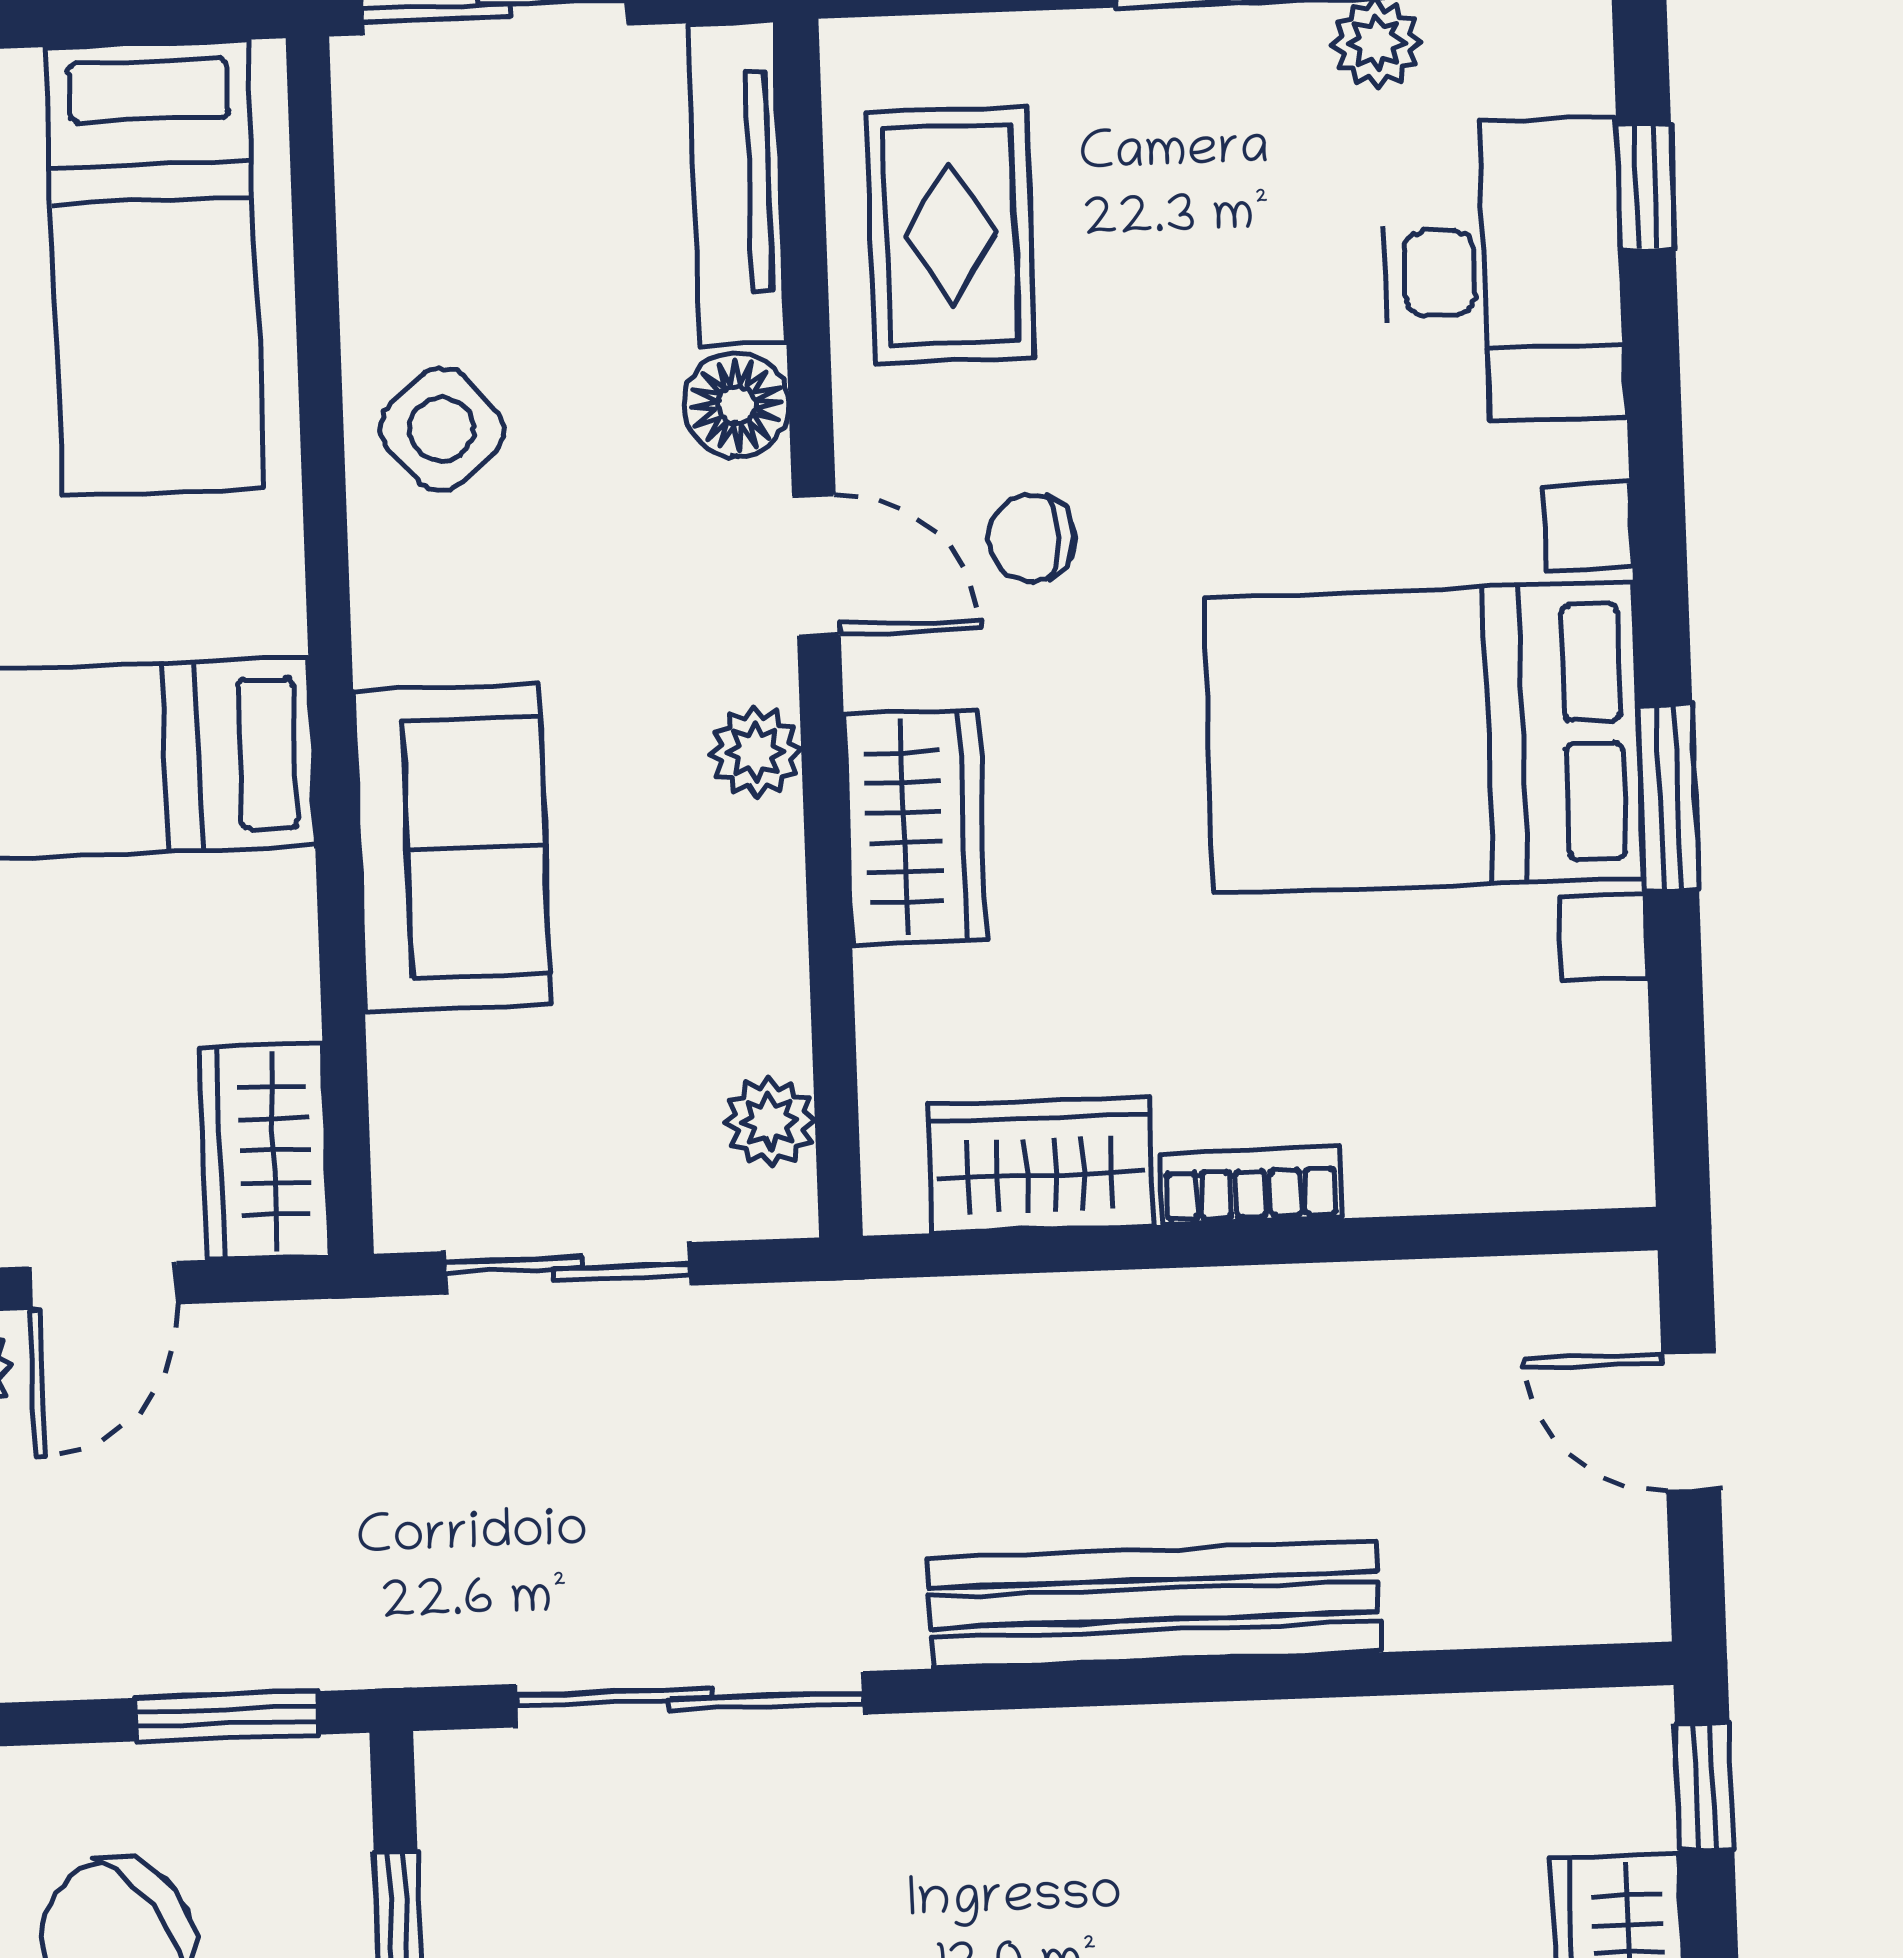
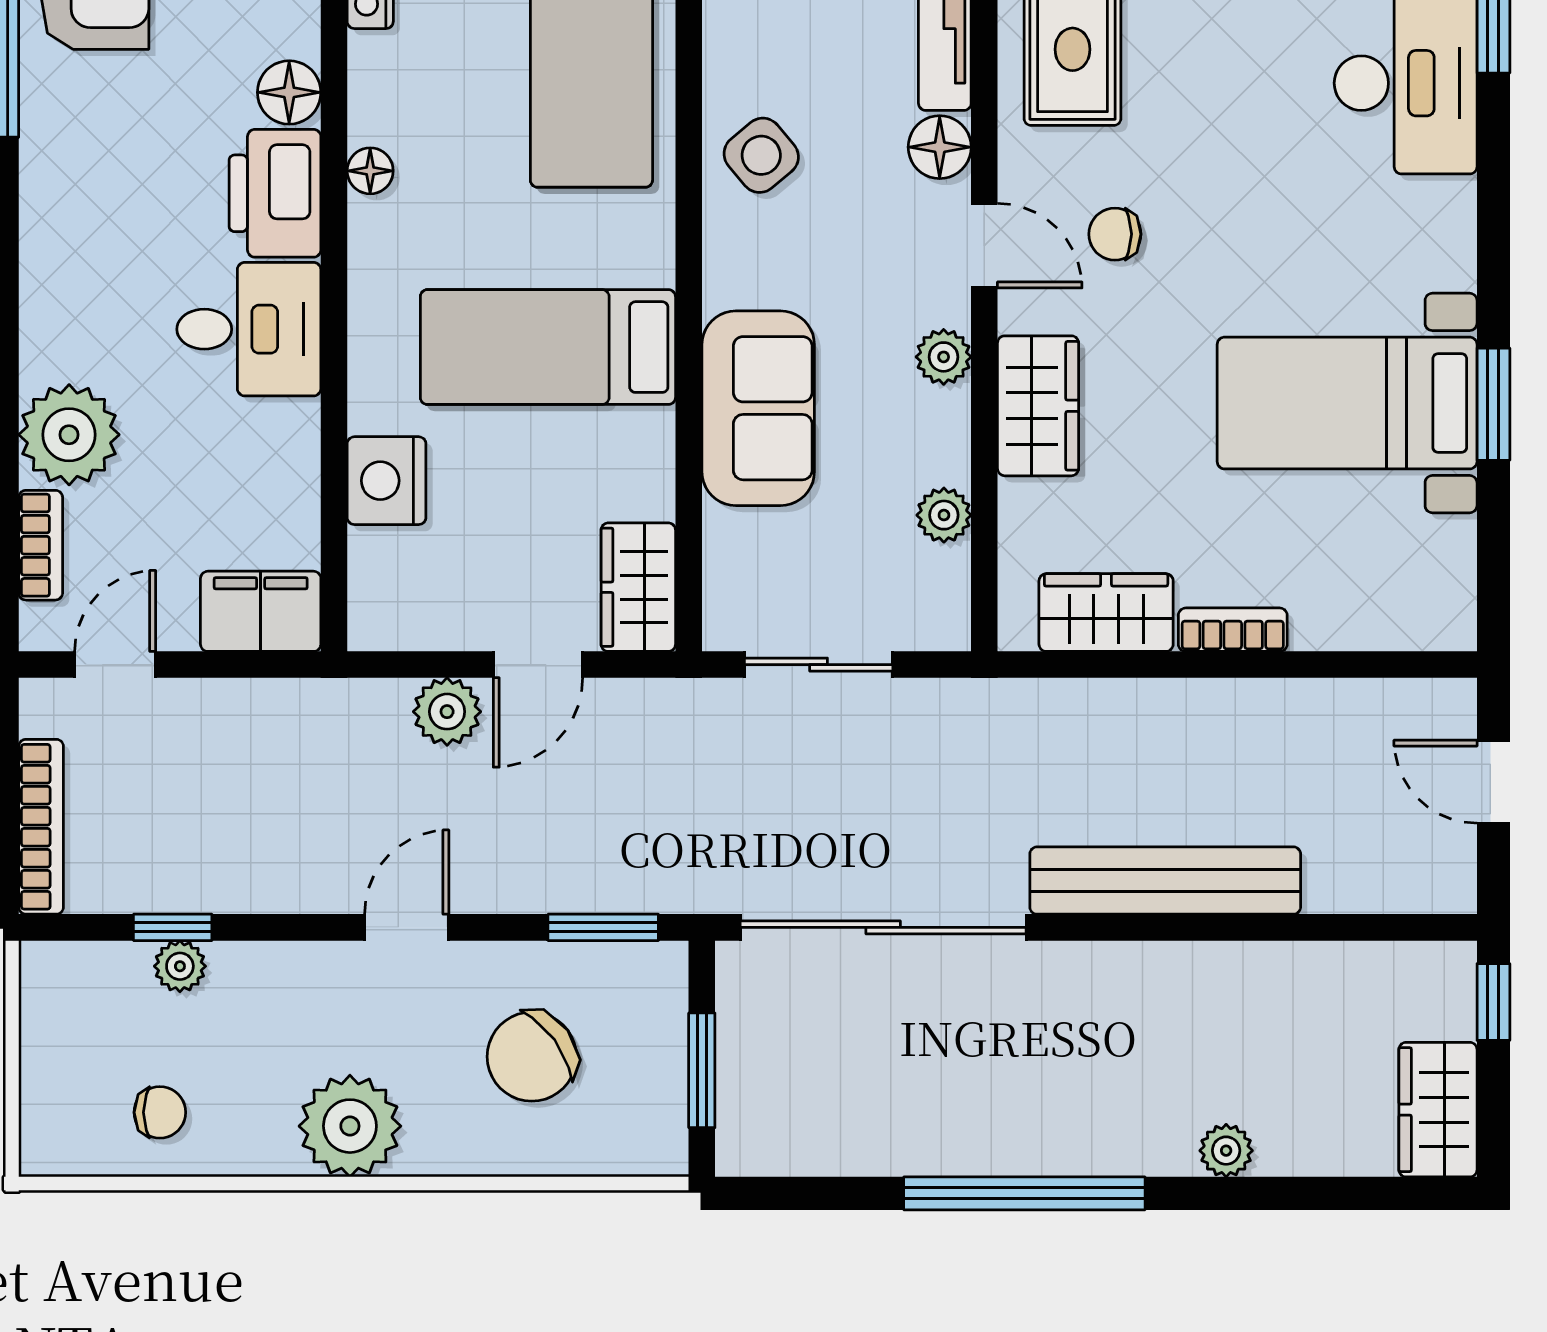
bed with nightstands: (1424, 738) -> (1347, 403), width x0.73
plant: (770, 1122) -> (944, 515), moved
sliding door: (690, 1699) -> (883, 927), width x1.36

